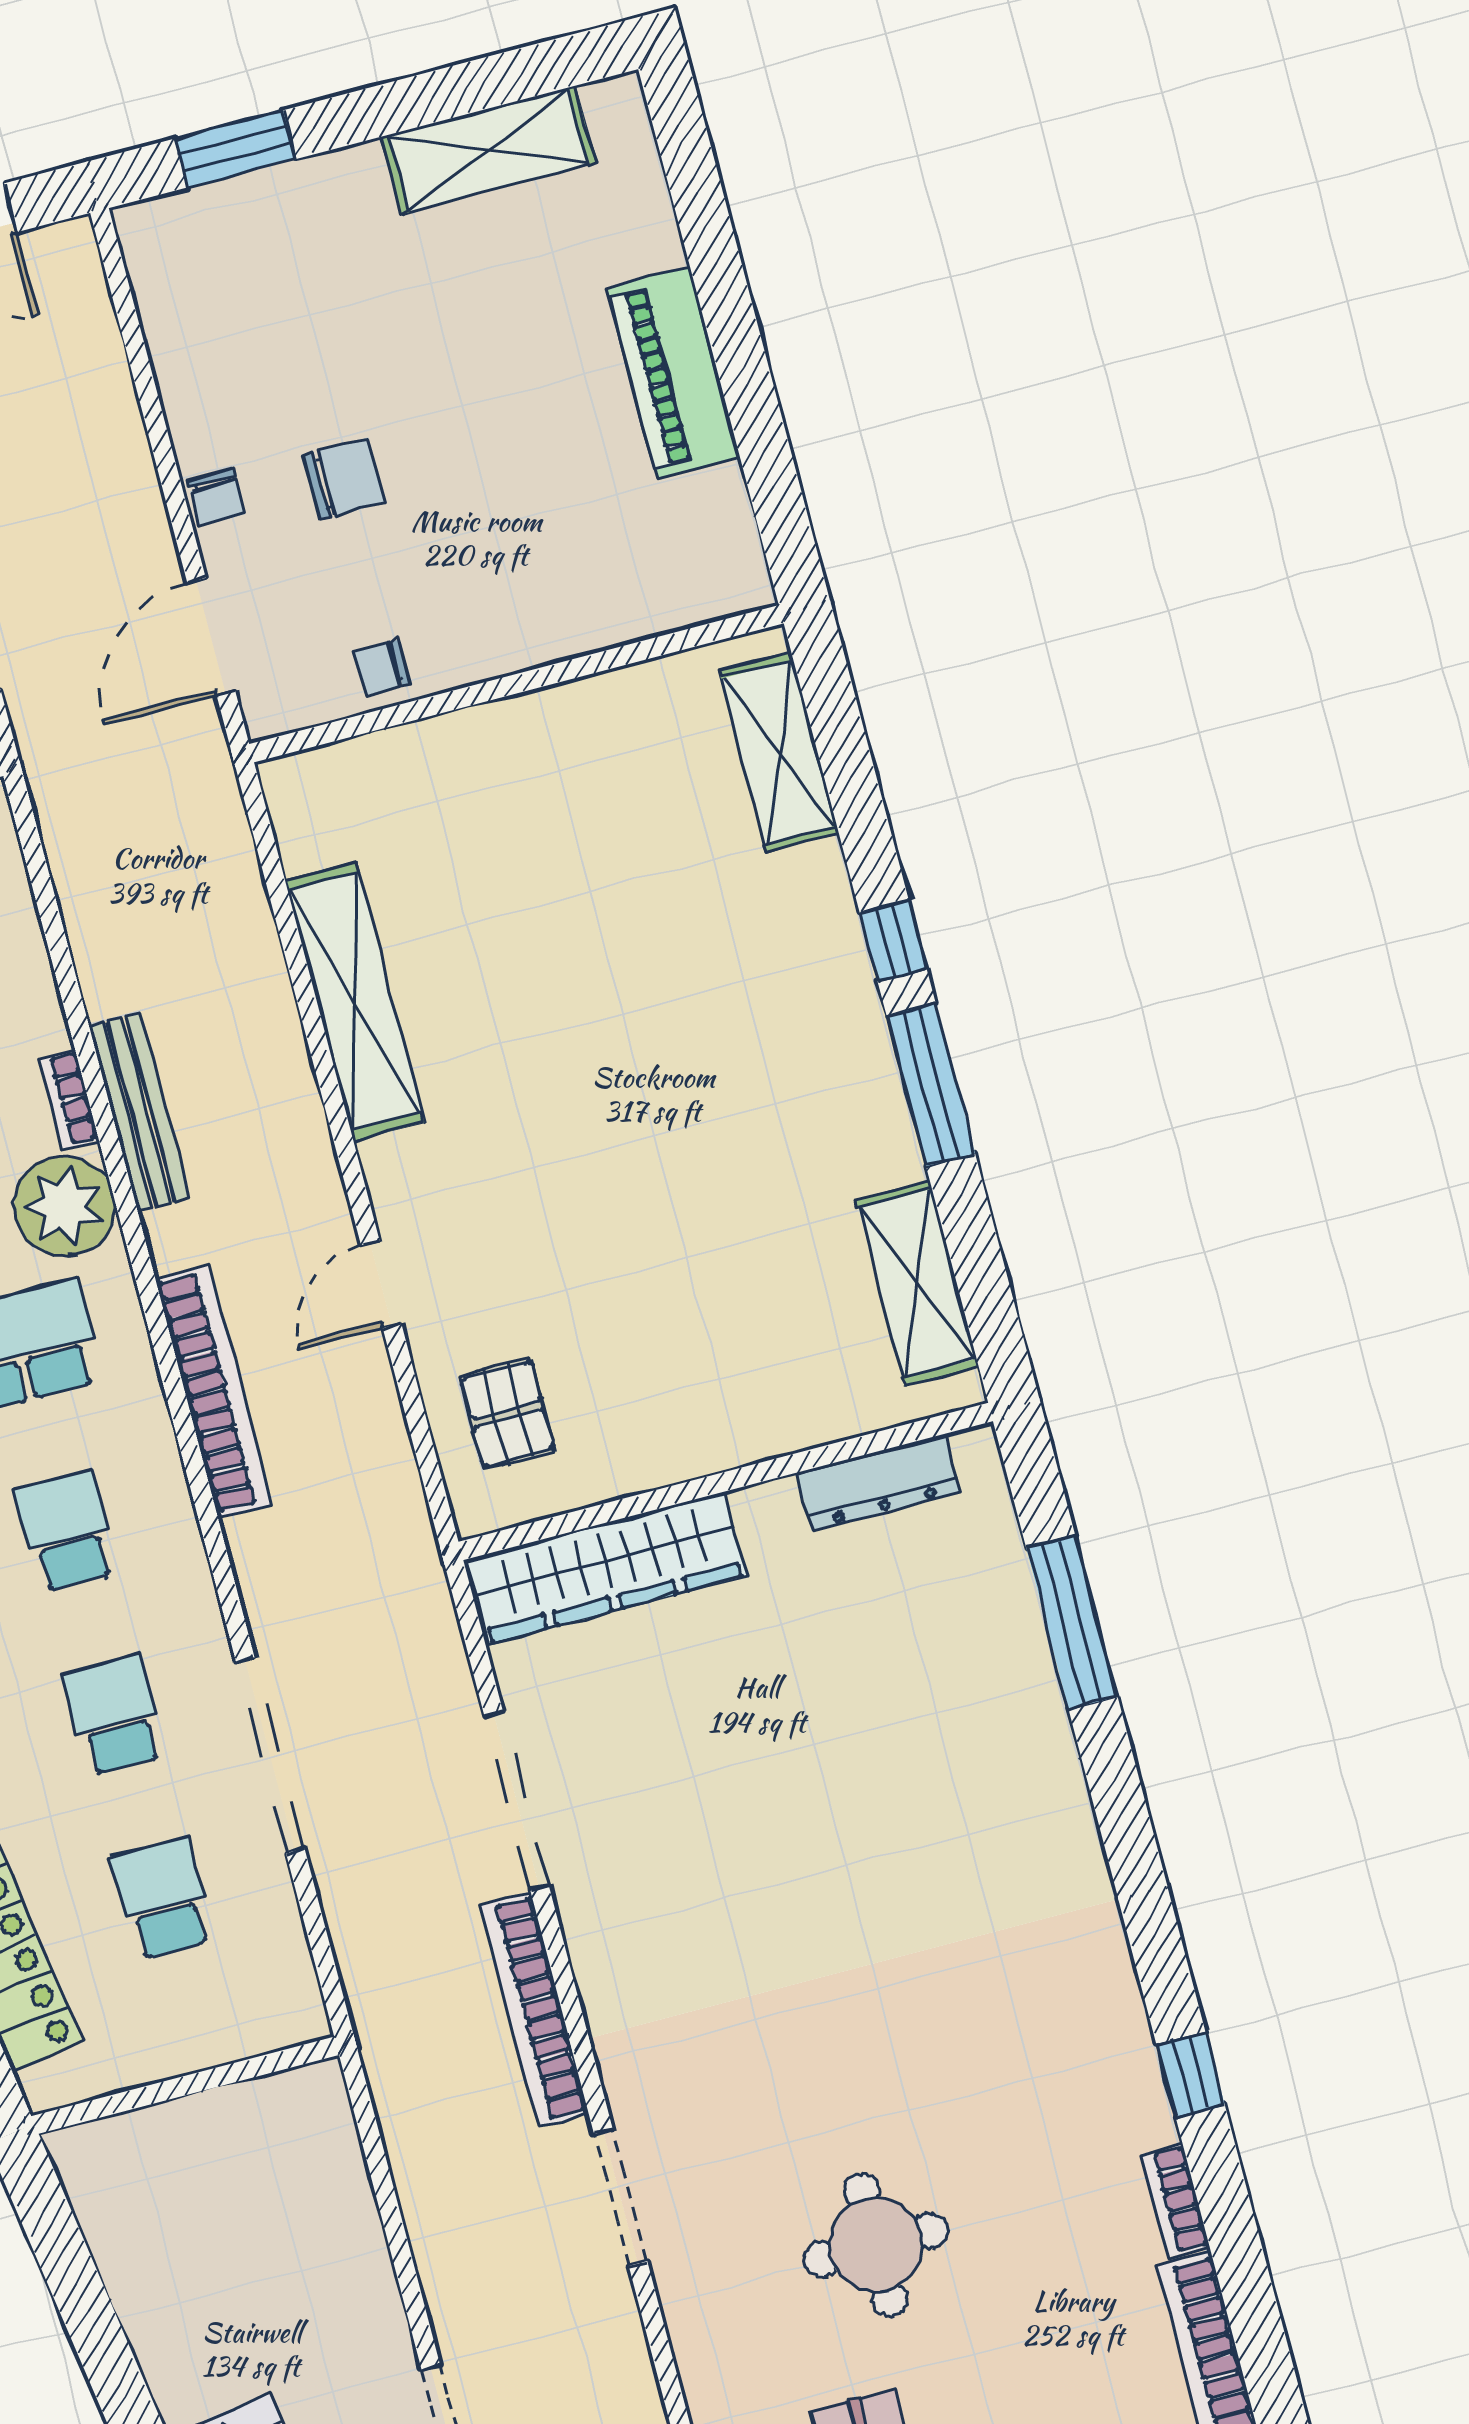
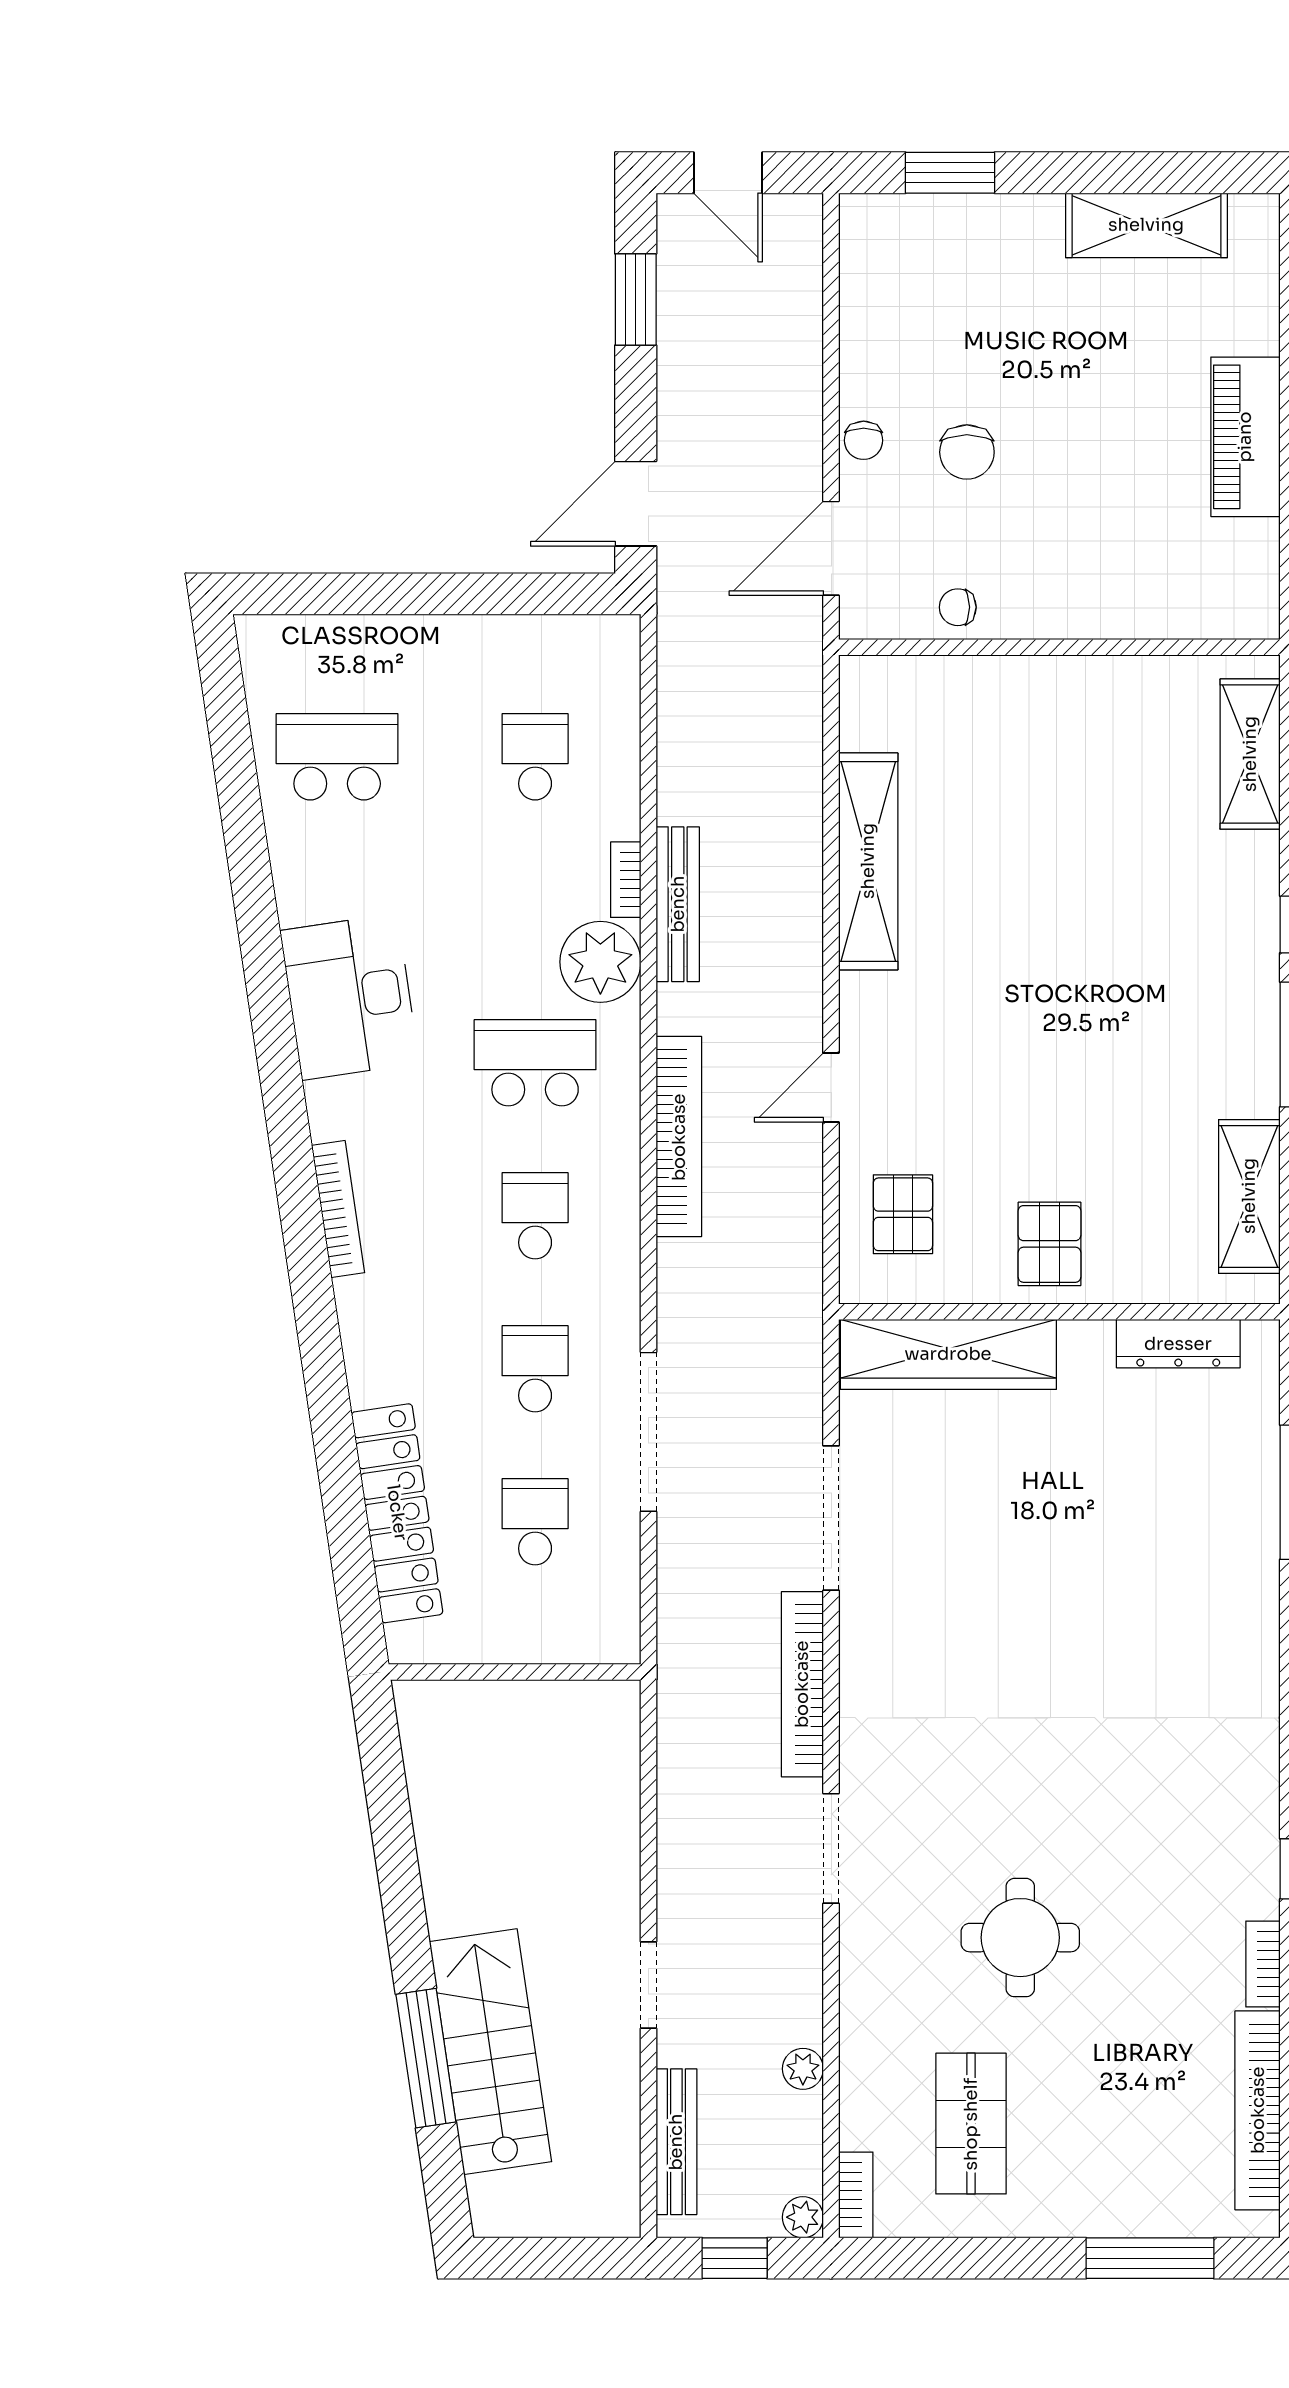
chair: (344, 479) -> (967, 452), turned 90
pallet: (692, 1403) -> (1049, 1244), added

